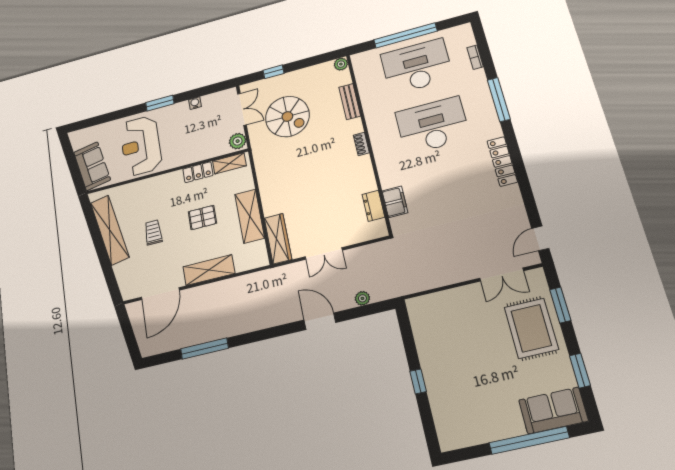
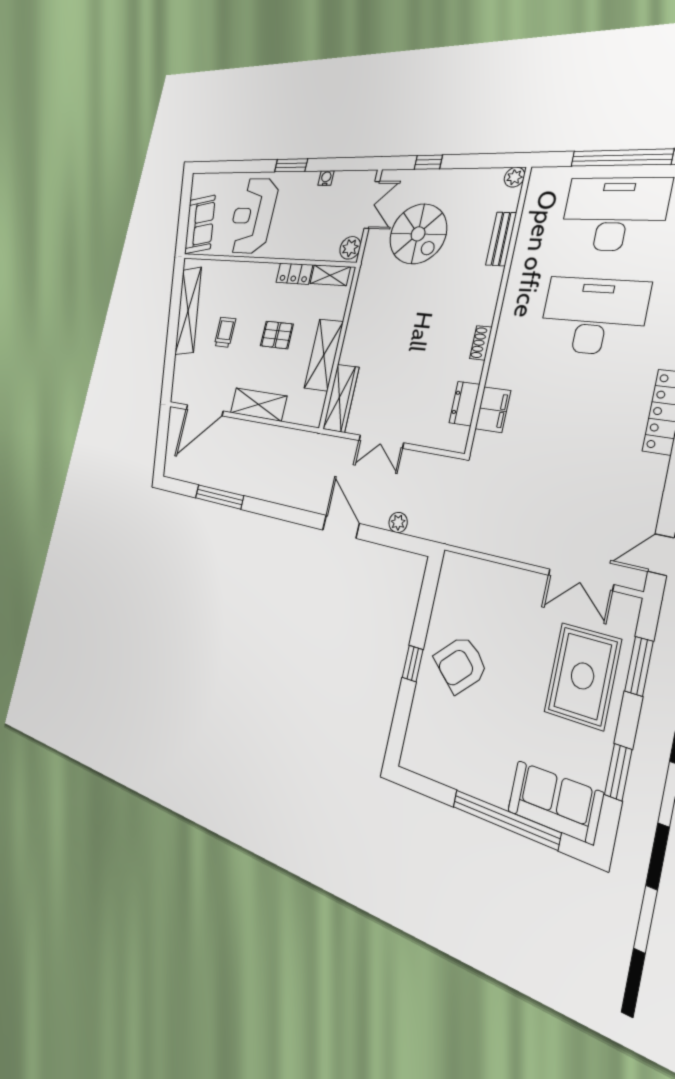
shoe rack: (361, 144) -> (481, 343), moved
armchair: (452, 364) -> (461, 664), added

